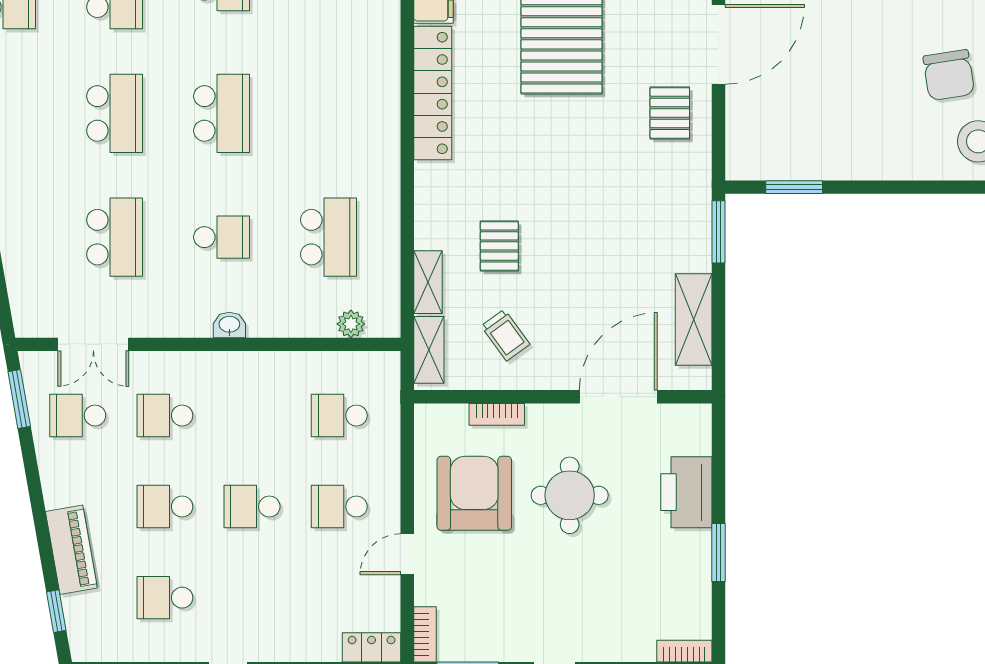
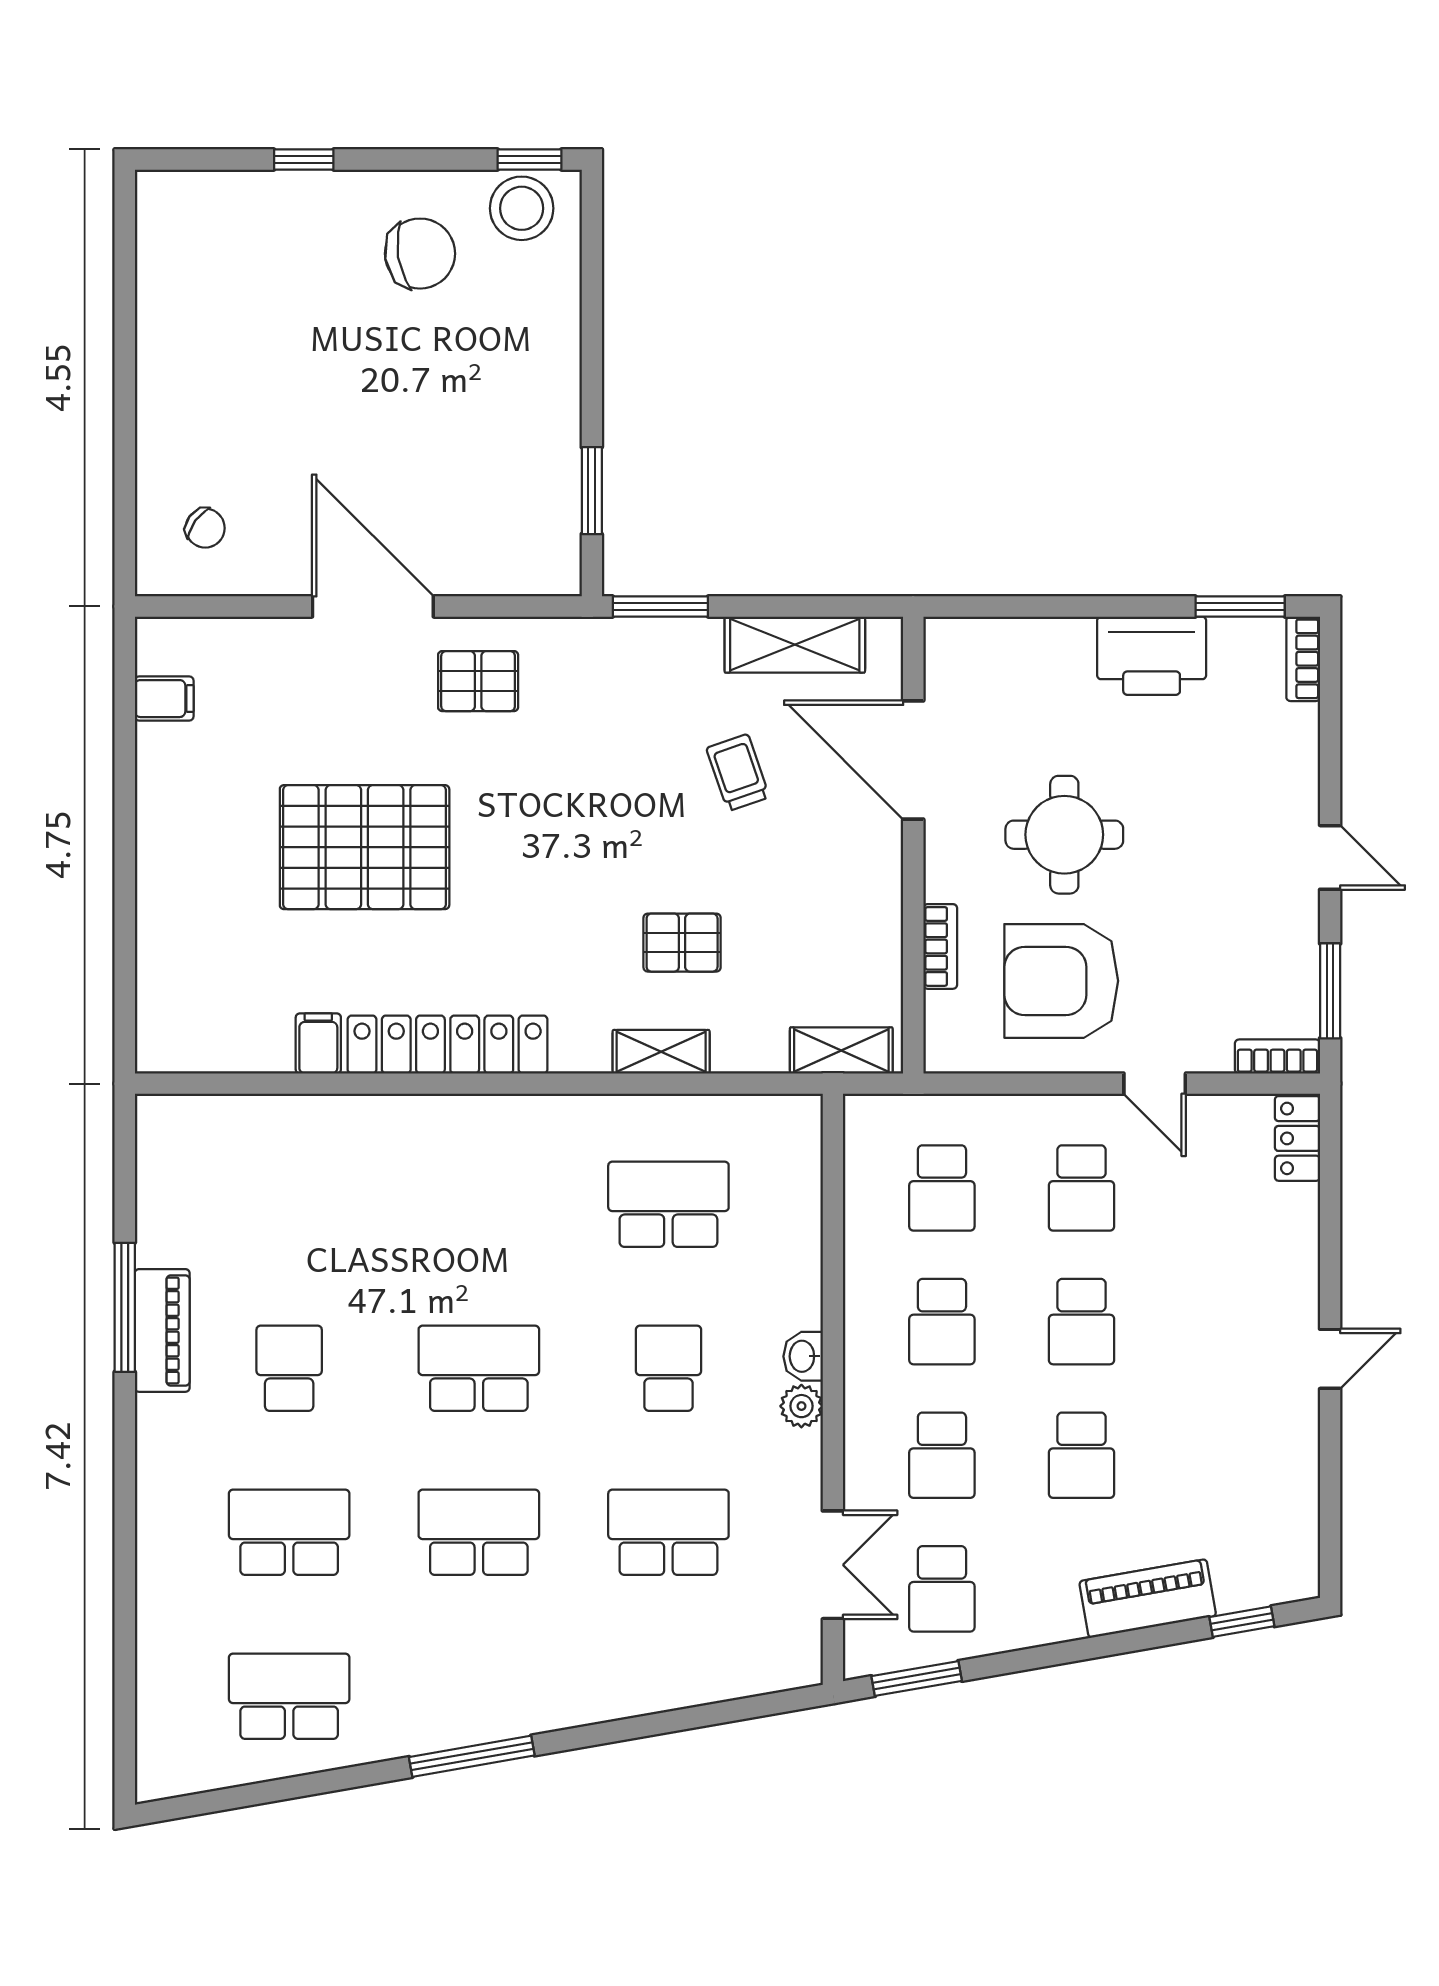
shelving: (428, 282) -> (661, 1052), moved
plant: (351, 324) -> (801, 1406), moved
trolley: (505, 335) -> (738, 773), moved, turned -73
printer: (686, 492) -> (1152, 656), moved
window: (718, 552) -> (1240, 606), moved
school desk: (165, 598) -> (942, 1322), moved

